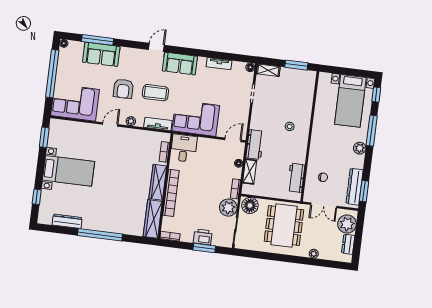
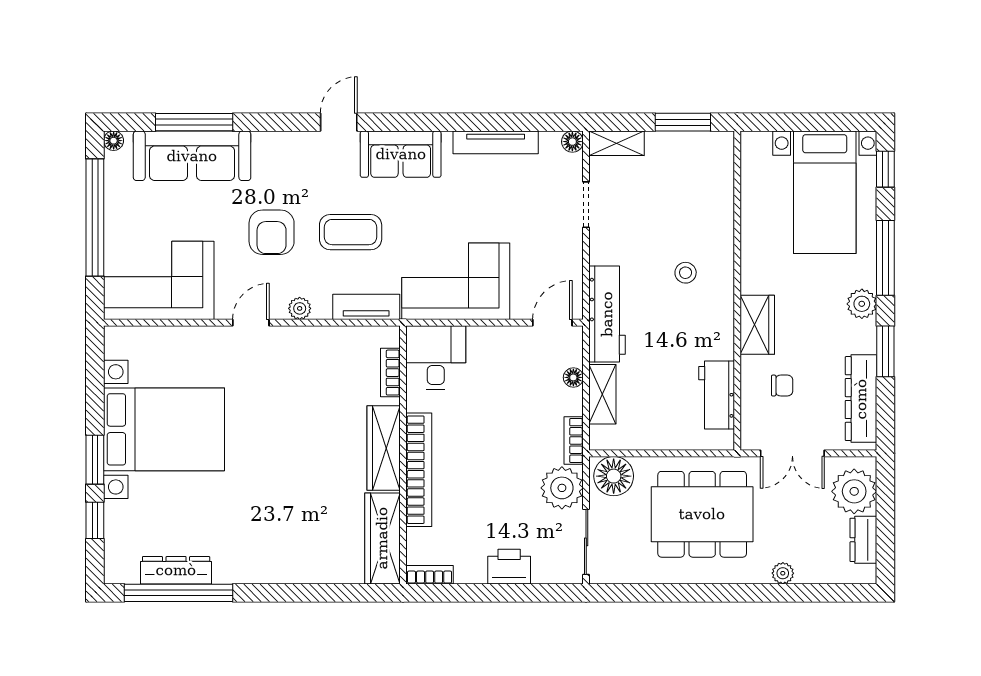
sofa: (101, 54) -> (192, 156), width x1.36
tv unit: (219, 64) -> (496, 142), width x1.41
window: (44, 137) -> (95, 460), moved
workbench: (255, 145) -> (607, 314), width x1.38
wardrobe: (316, 151) -> (757, 325), added
bed with nightstands: (69, 171) -> (164, 429), width x1.36
window: (364, 191) -> (885, 351), moved
dining table: (284, 226) -> (702, 514), turned 90
window: (100, 235) -> (178, 593), moved
window: (204, 248) -> (516, 593), removed

